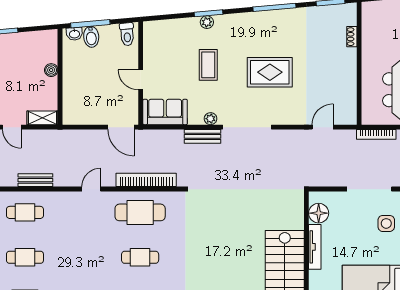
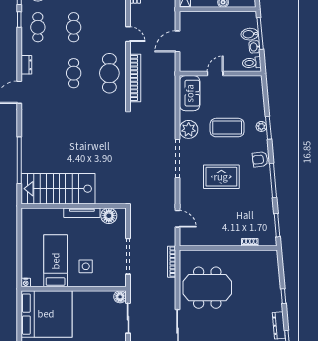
armchair: (248, 24) -> (260, 159), added
washbasin: (74, 34) -> (254, 47), moved
coffee table: (208, 65) -> (227, 128), width x1.36, depth x1.32
rug: (270, 72) -> (221, 177), turned 90
plant: (211, 119) -> (189, 129), width x1.88, depth x1.88
door: (121, 127) -> (178, 41), moved
bench: (203, 136) -> (170, 123), removed
side table: (386, 223) -> (86, 266), moved
cafe table: (83, 257) -> (74, 27), added

